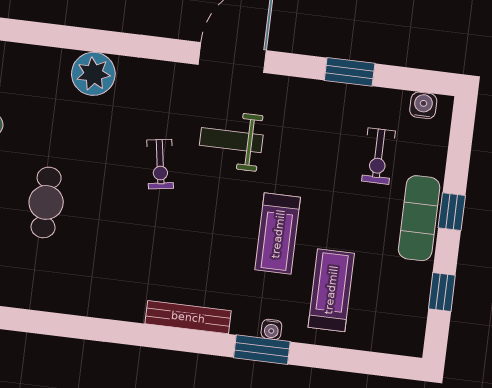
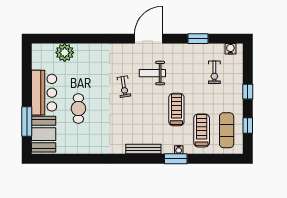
plant: (93, 74) -> (65, 53), moved
exercise mat: (419, 218) -> (227, 130), moved
treadmill: (278, 234) -> (176, 110), turned 180

